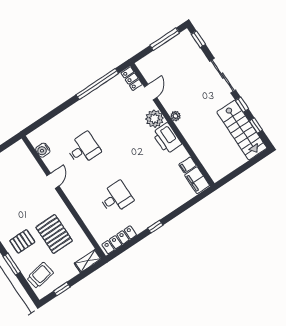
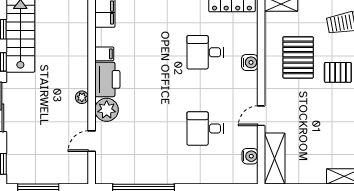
locker: (132, 79) -> (102, 169), removed
shelving: (26, 159) -> (275, 158), added
filing cabinet: (187, 165) -> (104, 54), moved
water cooler: (83, 210) -> (250, 62), added

